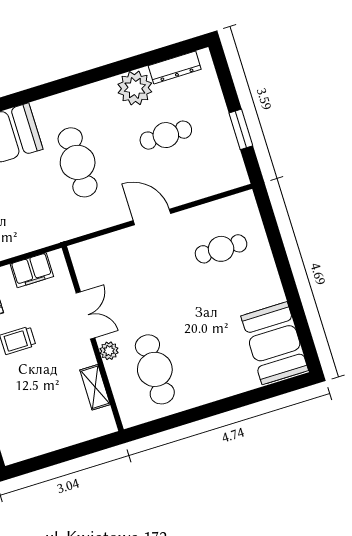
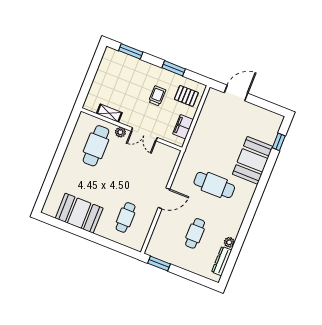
plant: (135, 88) -> (229, 242), width x0.53, depth x0.53
window: (241, 129) -> (159, 264), moved
booth: (275, 343) -> (79, 213), moved
cafe table: (155, 369) -> (96, 146), turned 90

